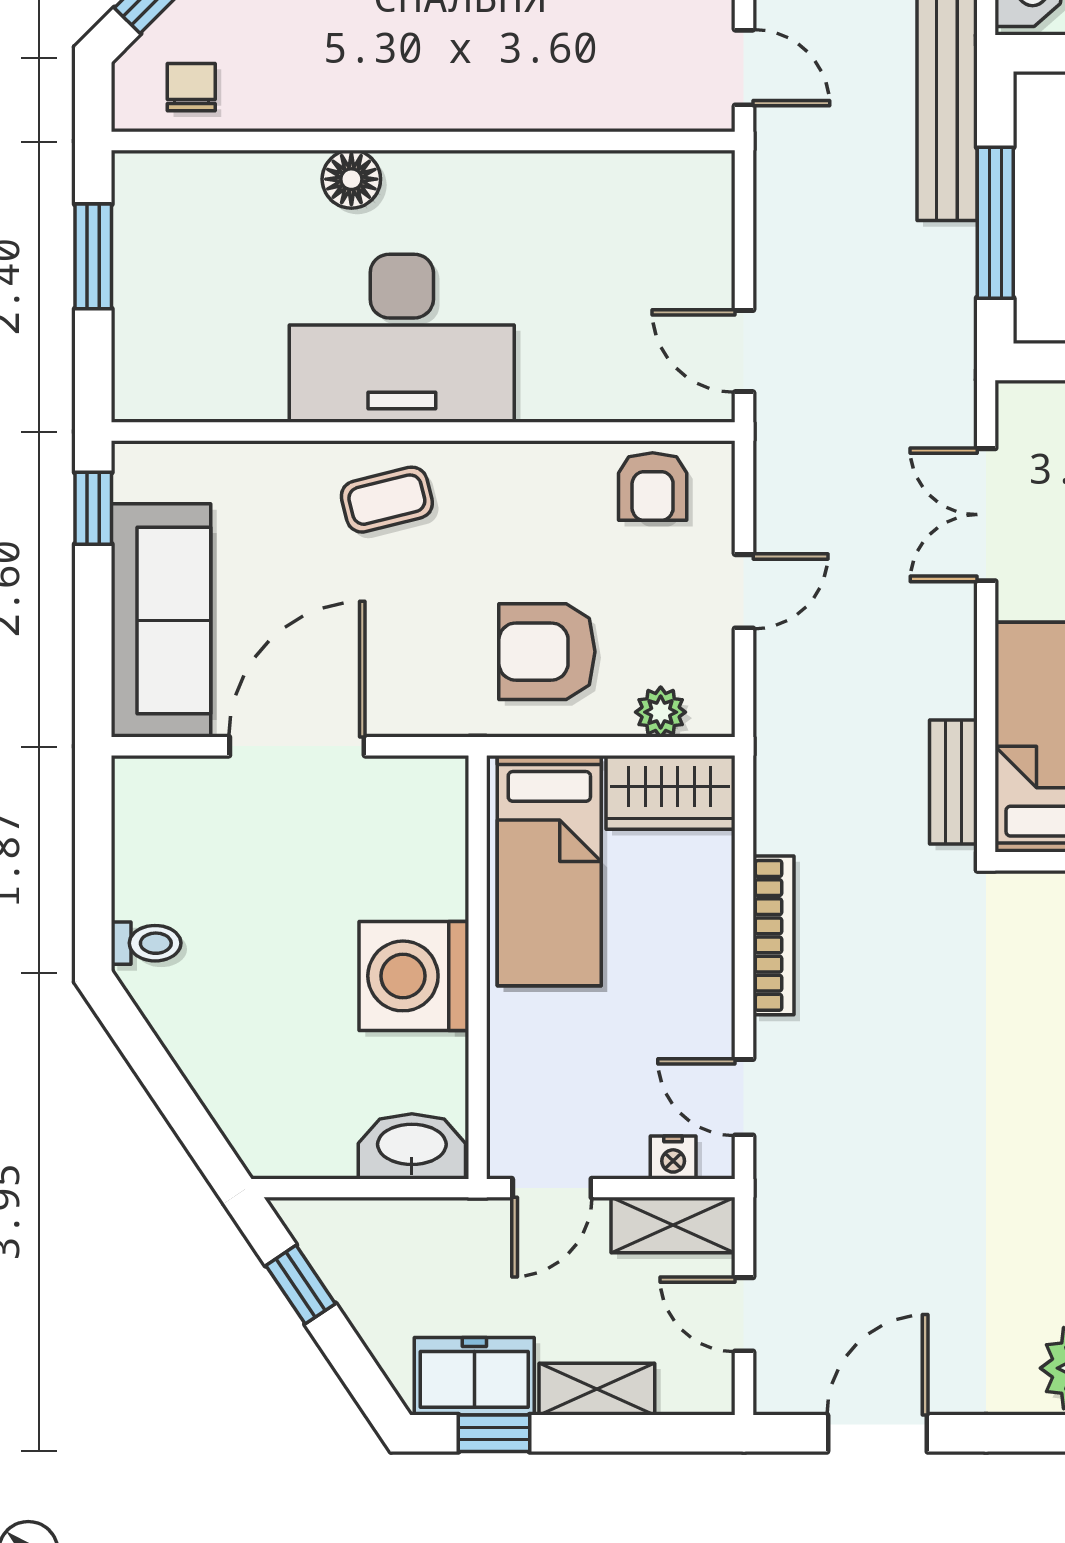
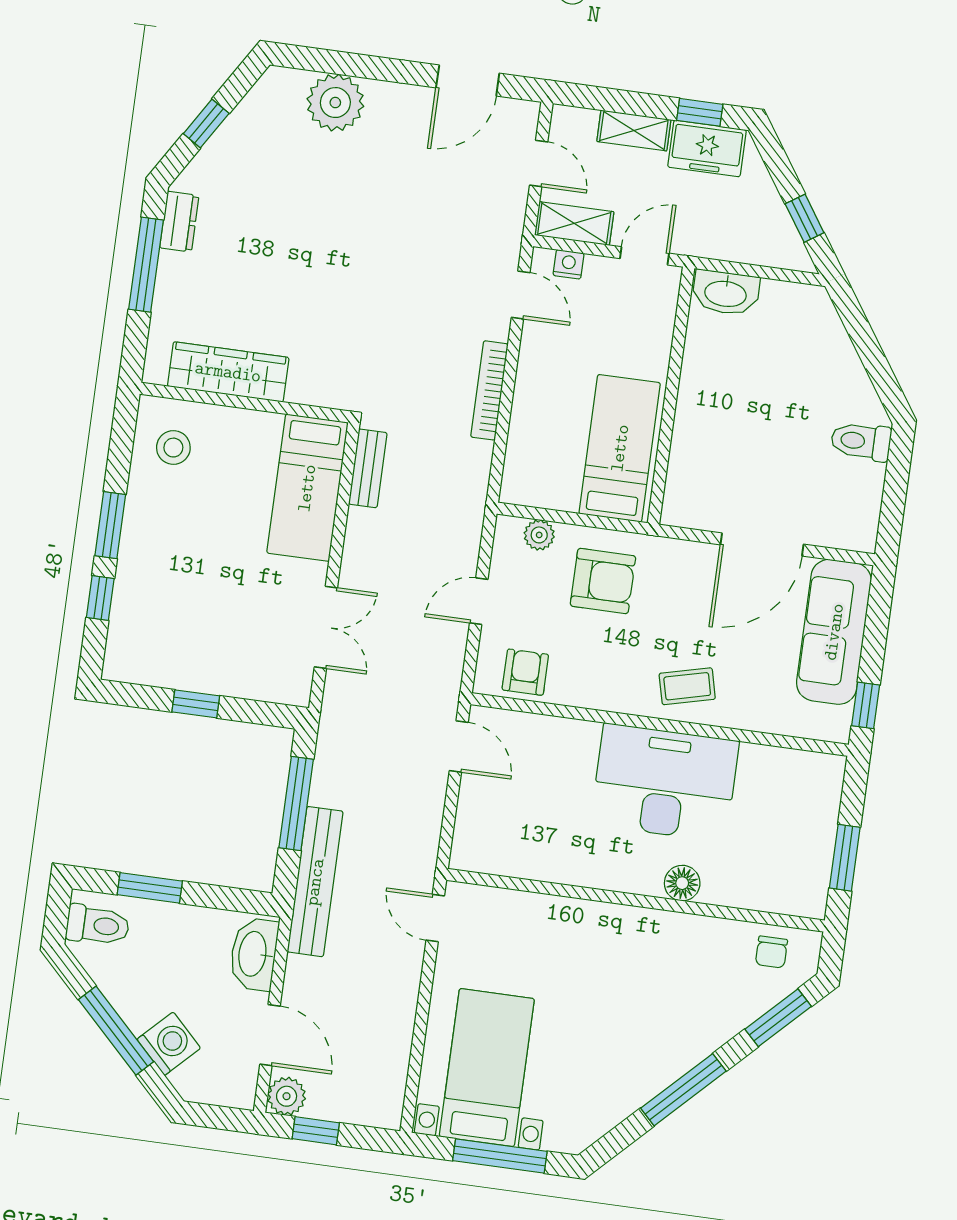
wardrobe: (670, 792) -> (540, 486), removed
toilet: (146, 943) -> (861, 441), width x1.37, depth x1.39
washing machine: (414, 976) -> (710, 396), removed

